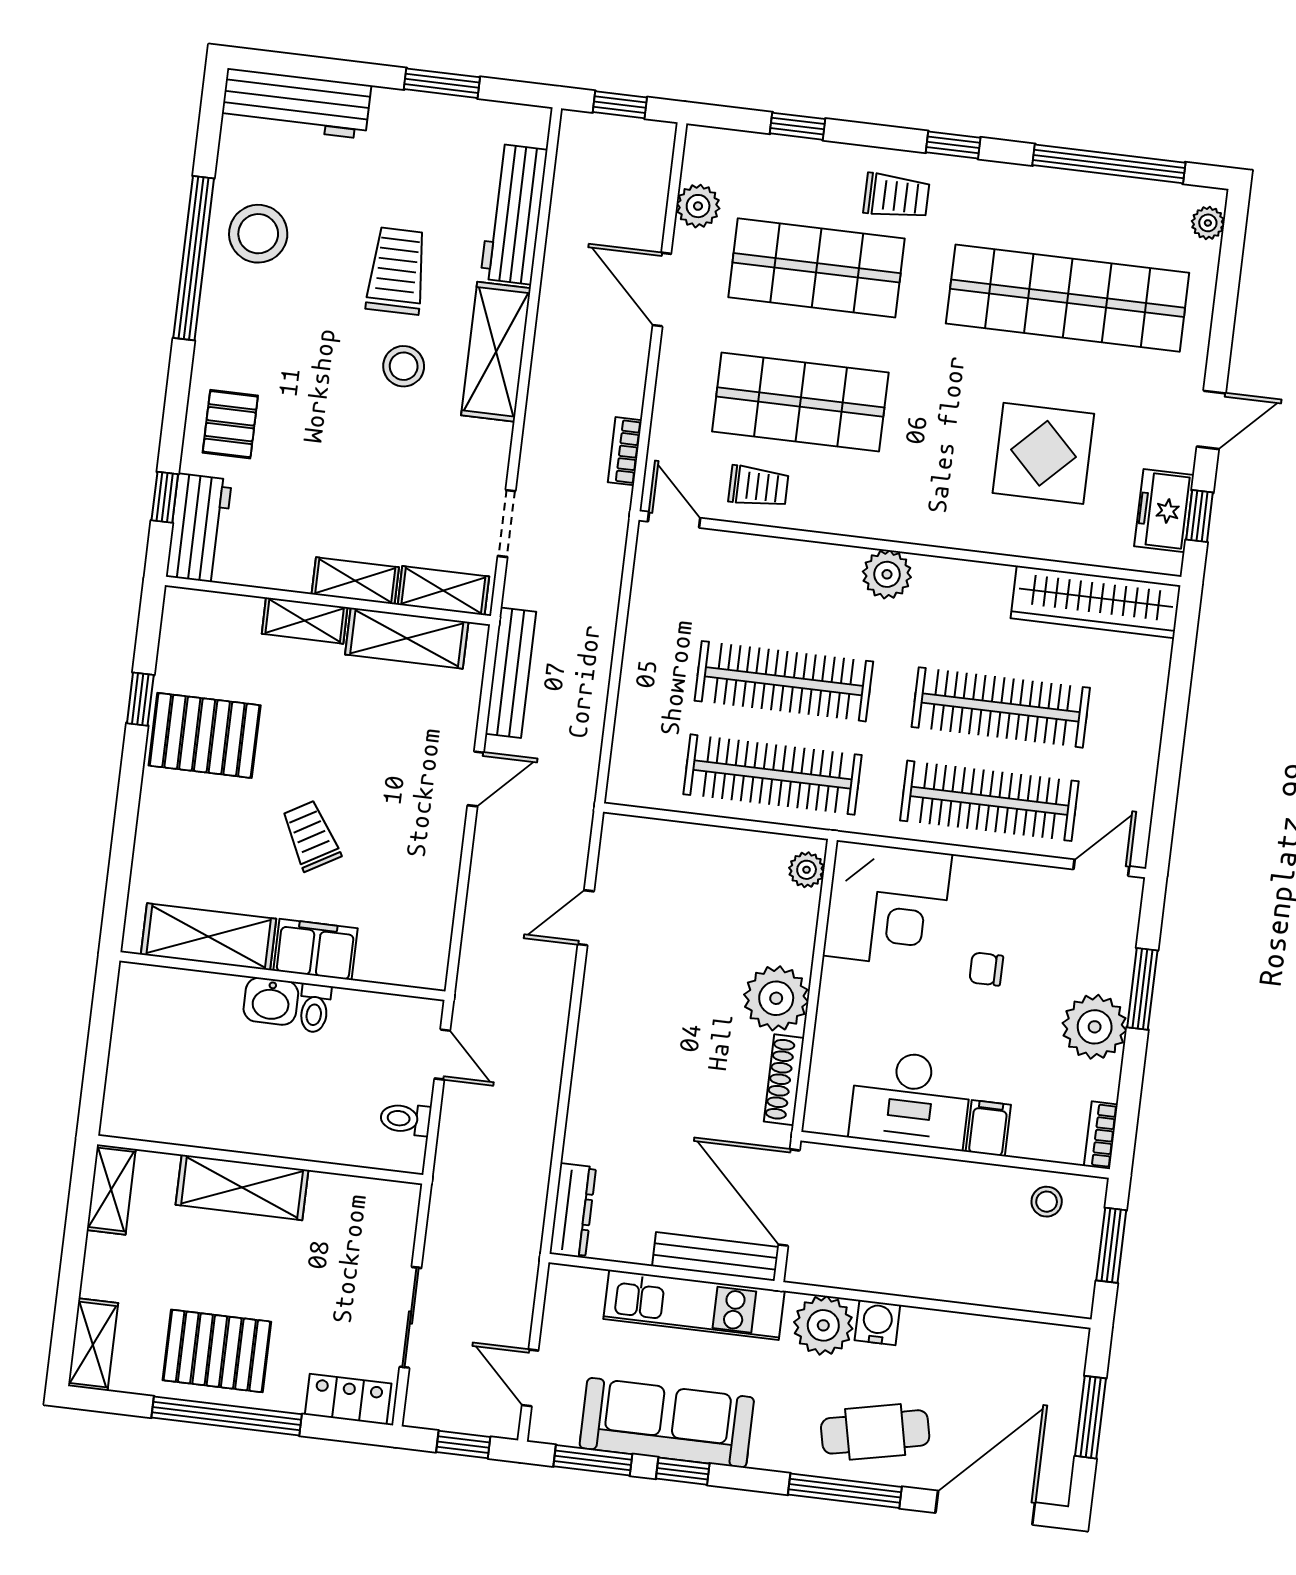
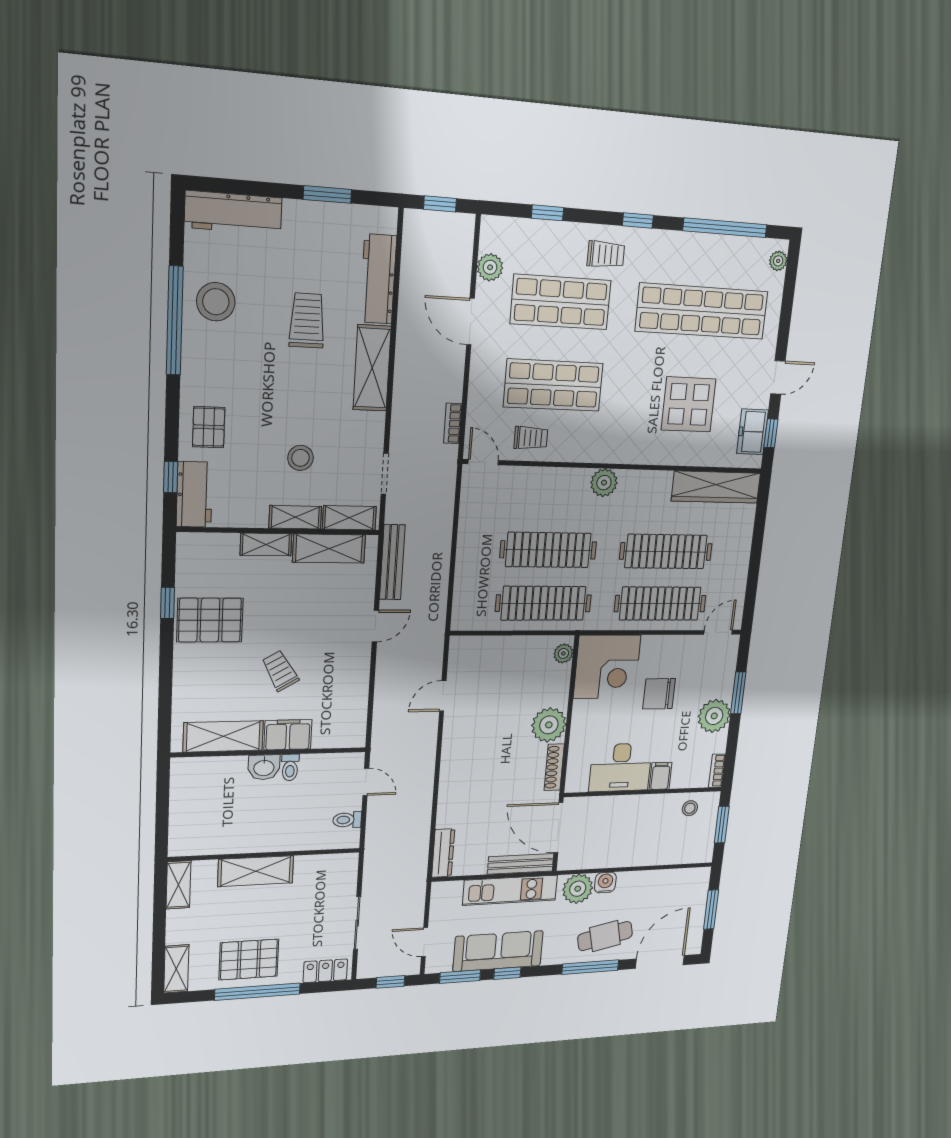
stool: (404, 366) -> (300, 458), moved
chair: (986, 969) -> (659, 694), width x1.87, depth x1.87

